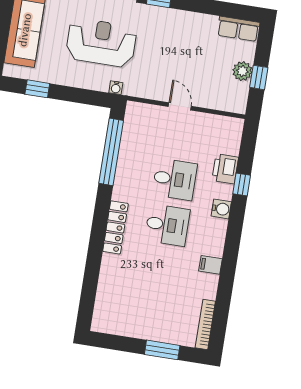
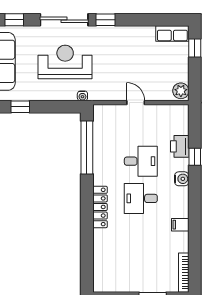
plant: (242, 71) -> (181, 91), moved
window: (259, 77) -> (195, 48), moved
desk: (167, 225) -> (141, 198), turned 180

